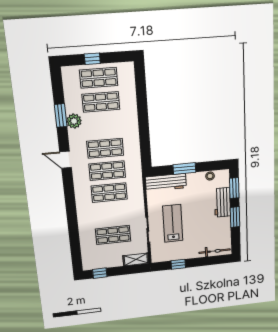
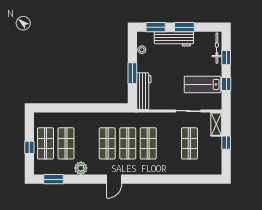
window: (61, 116) -> (53, 179), moved
workbench: (222, 202) -> (174, 39), width x1.38
lab bench: (173, 223) -> (202, 84), moved
window: (205, 261) -> (226, 58), added
window: (100, 273) -> (226, 143), moved

